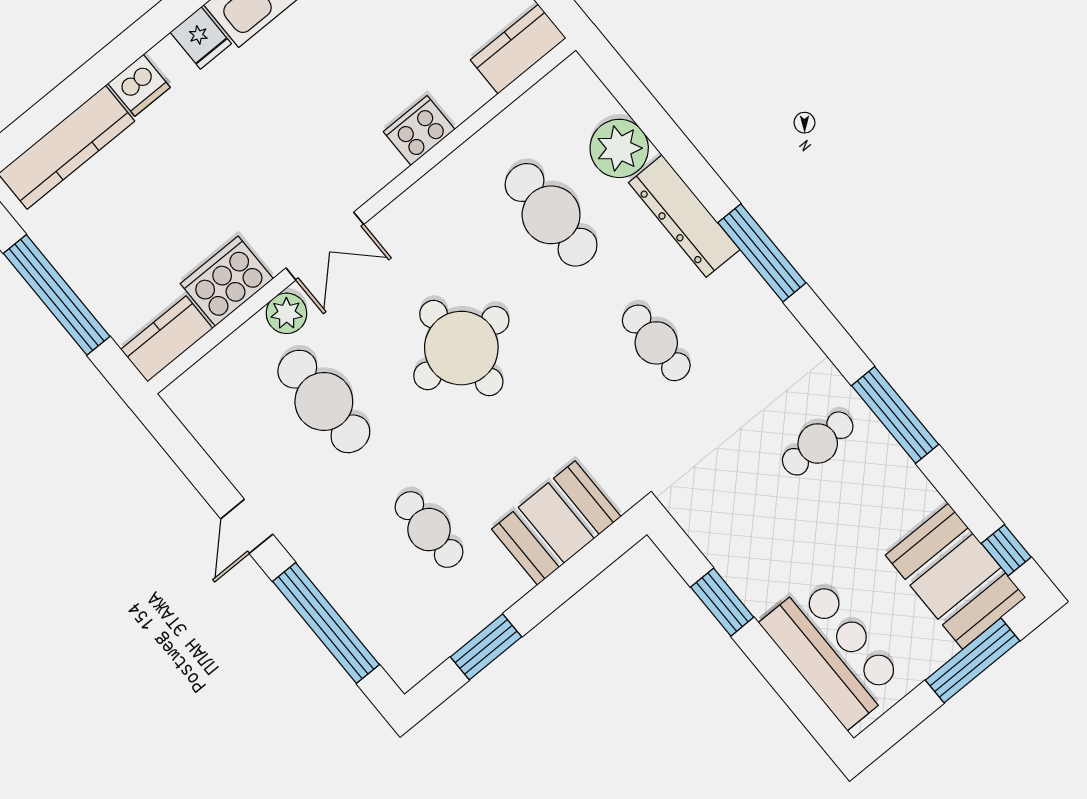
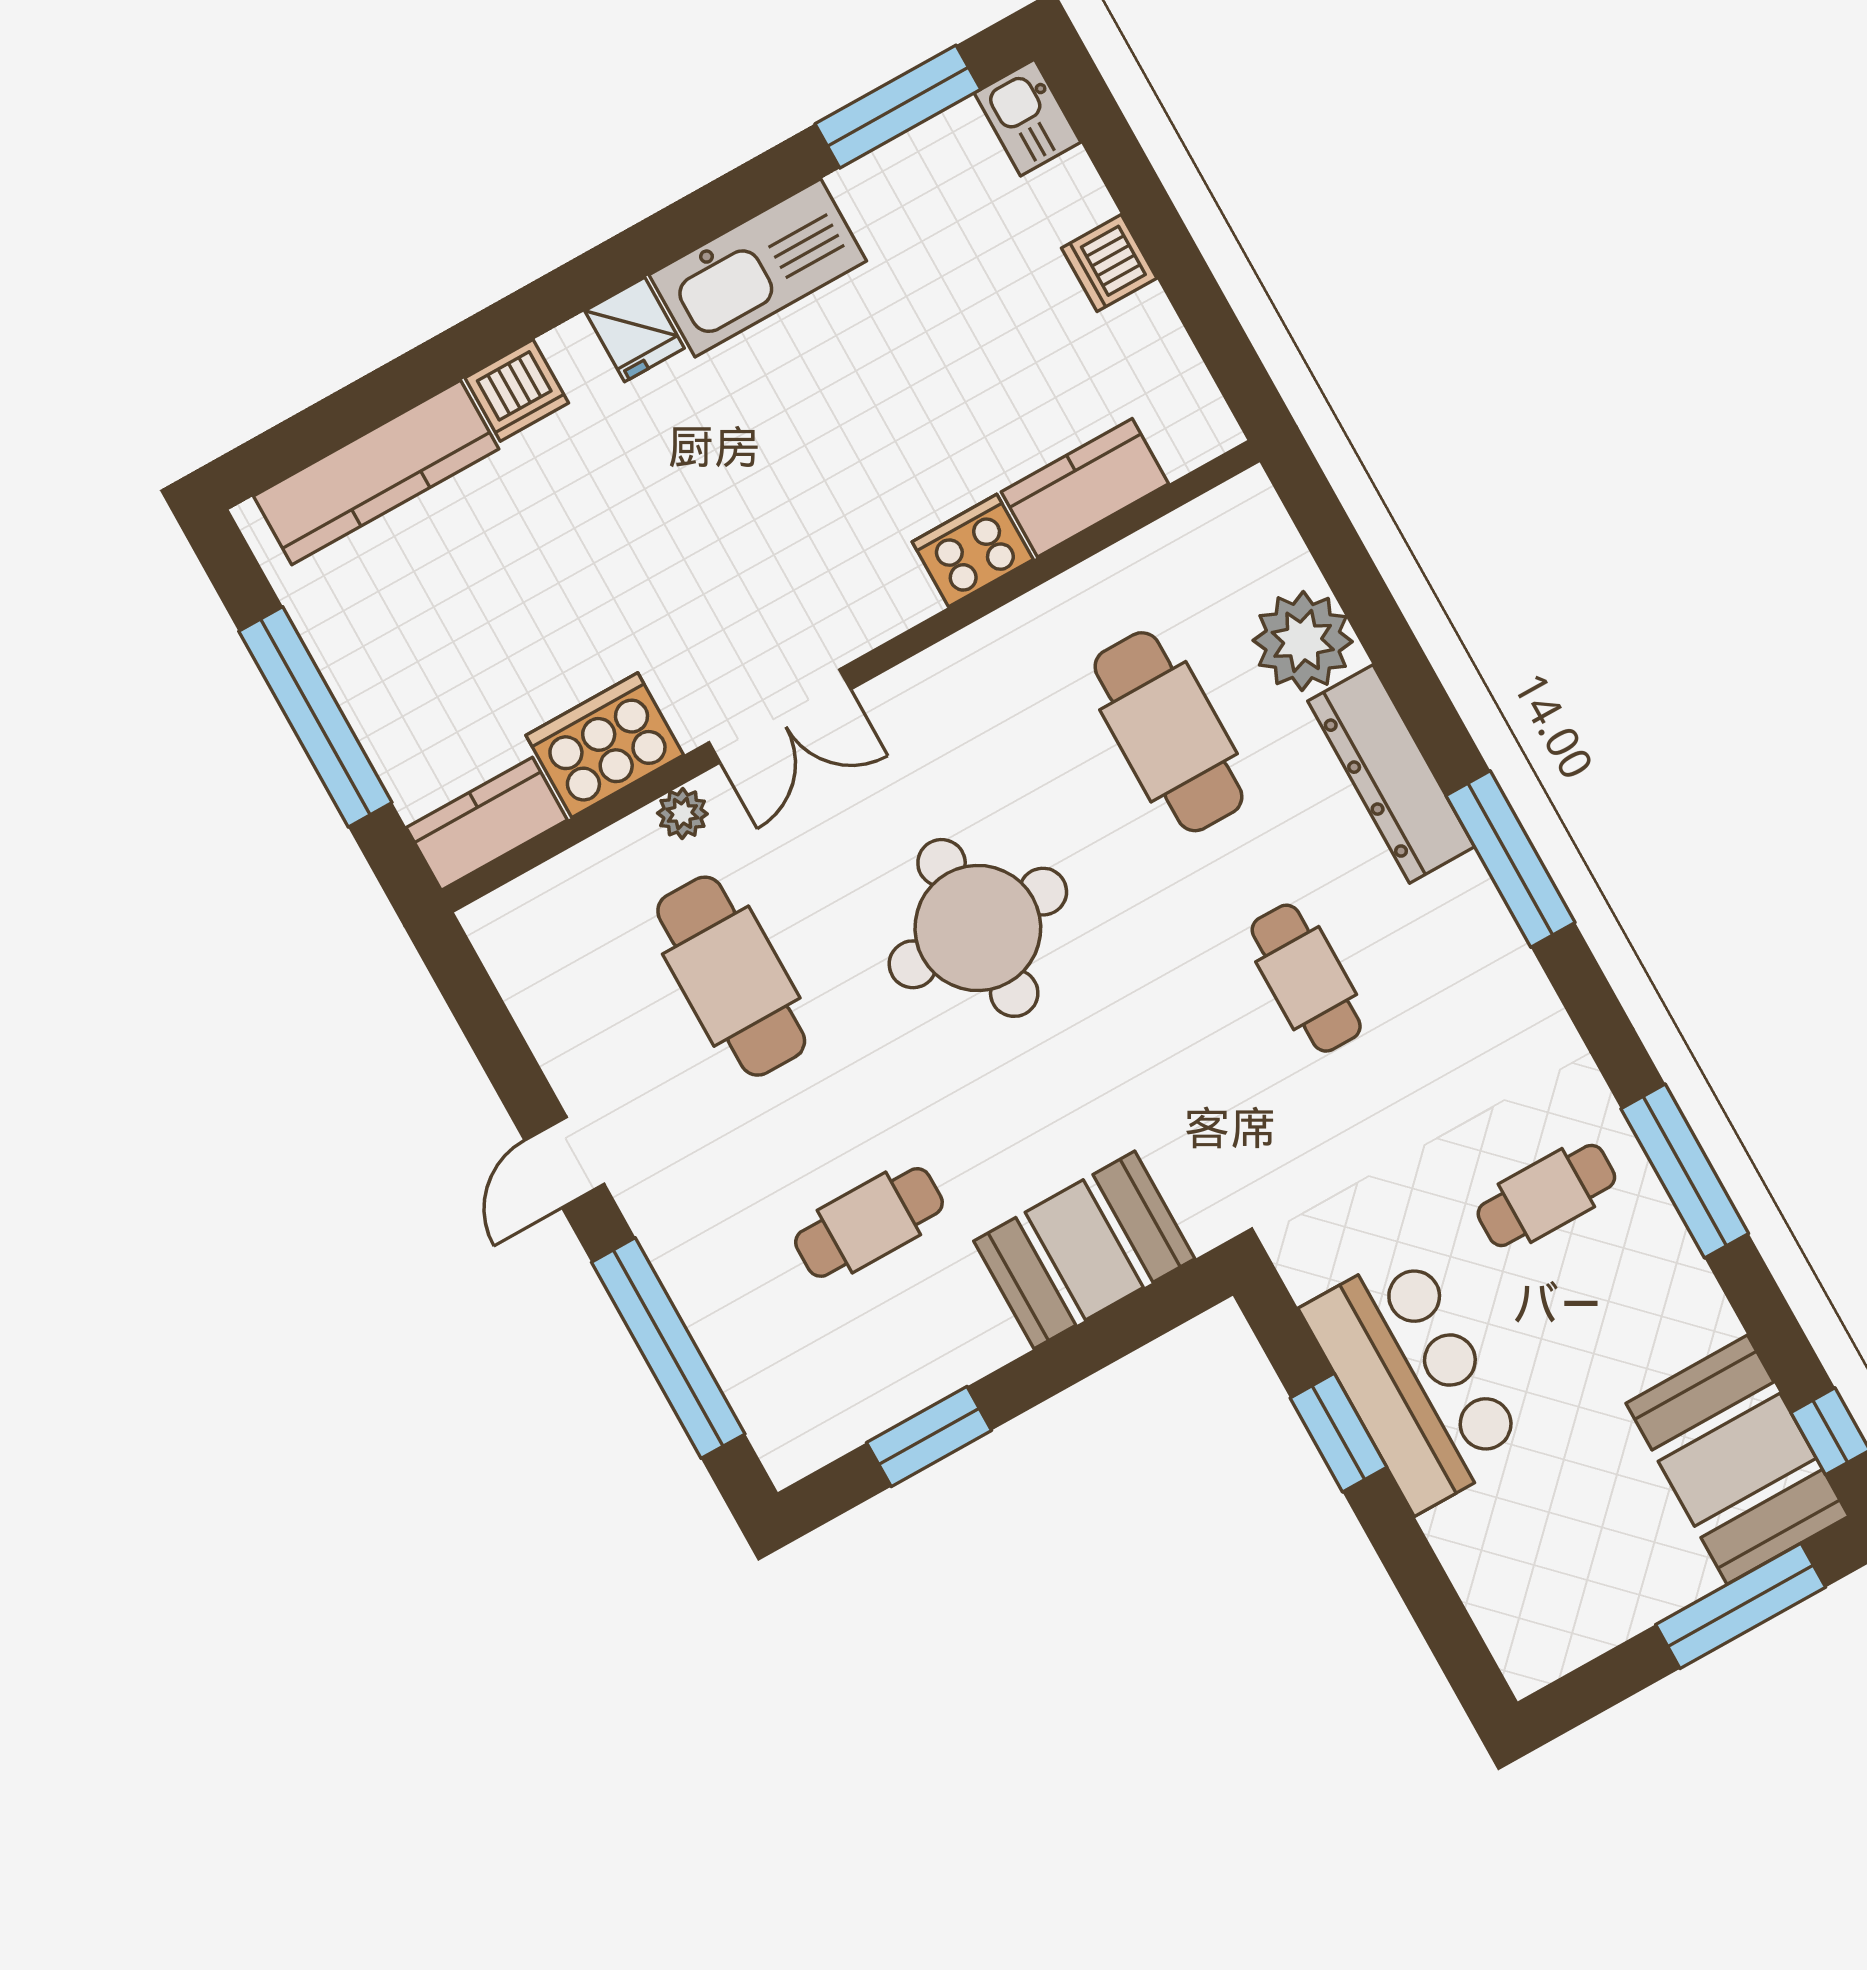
kitchen counter: (518, 49) -> (1085, 488), moved
plant: (286, 313) -> (682, 813), width x0.73, depth x0.73
cafe table: (429, 530) -> (869, 1222), turned 90
bar counter: (833, 652) -> (1414, 1380), moved

